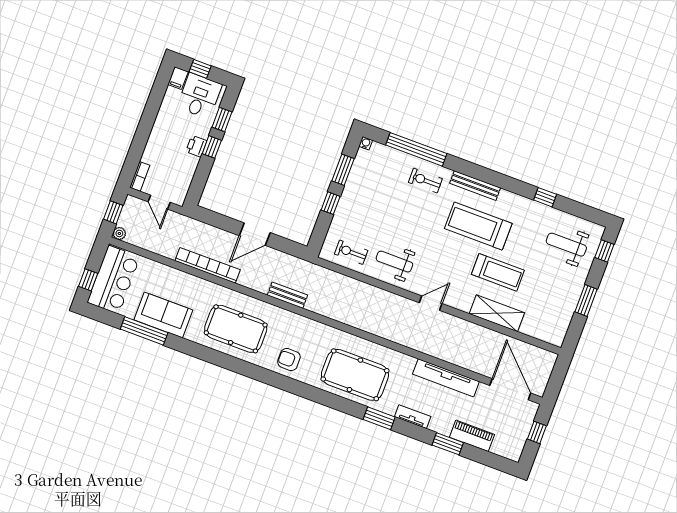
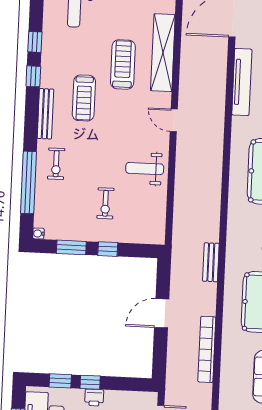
window: (514, 185) -> (33, 76), added
treadmill: (478, 226) -> (84, 98), width x0.73, depth x0.73
door: (255, 234) -> (162, 313), swing flipped
exercise bike: (351, 252) -> (105, 203), moved
weight bench: (394, 262) -> (145, 169), turned 90
shelving: (497, 313) -> (163, 53), width x1.47

